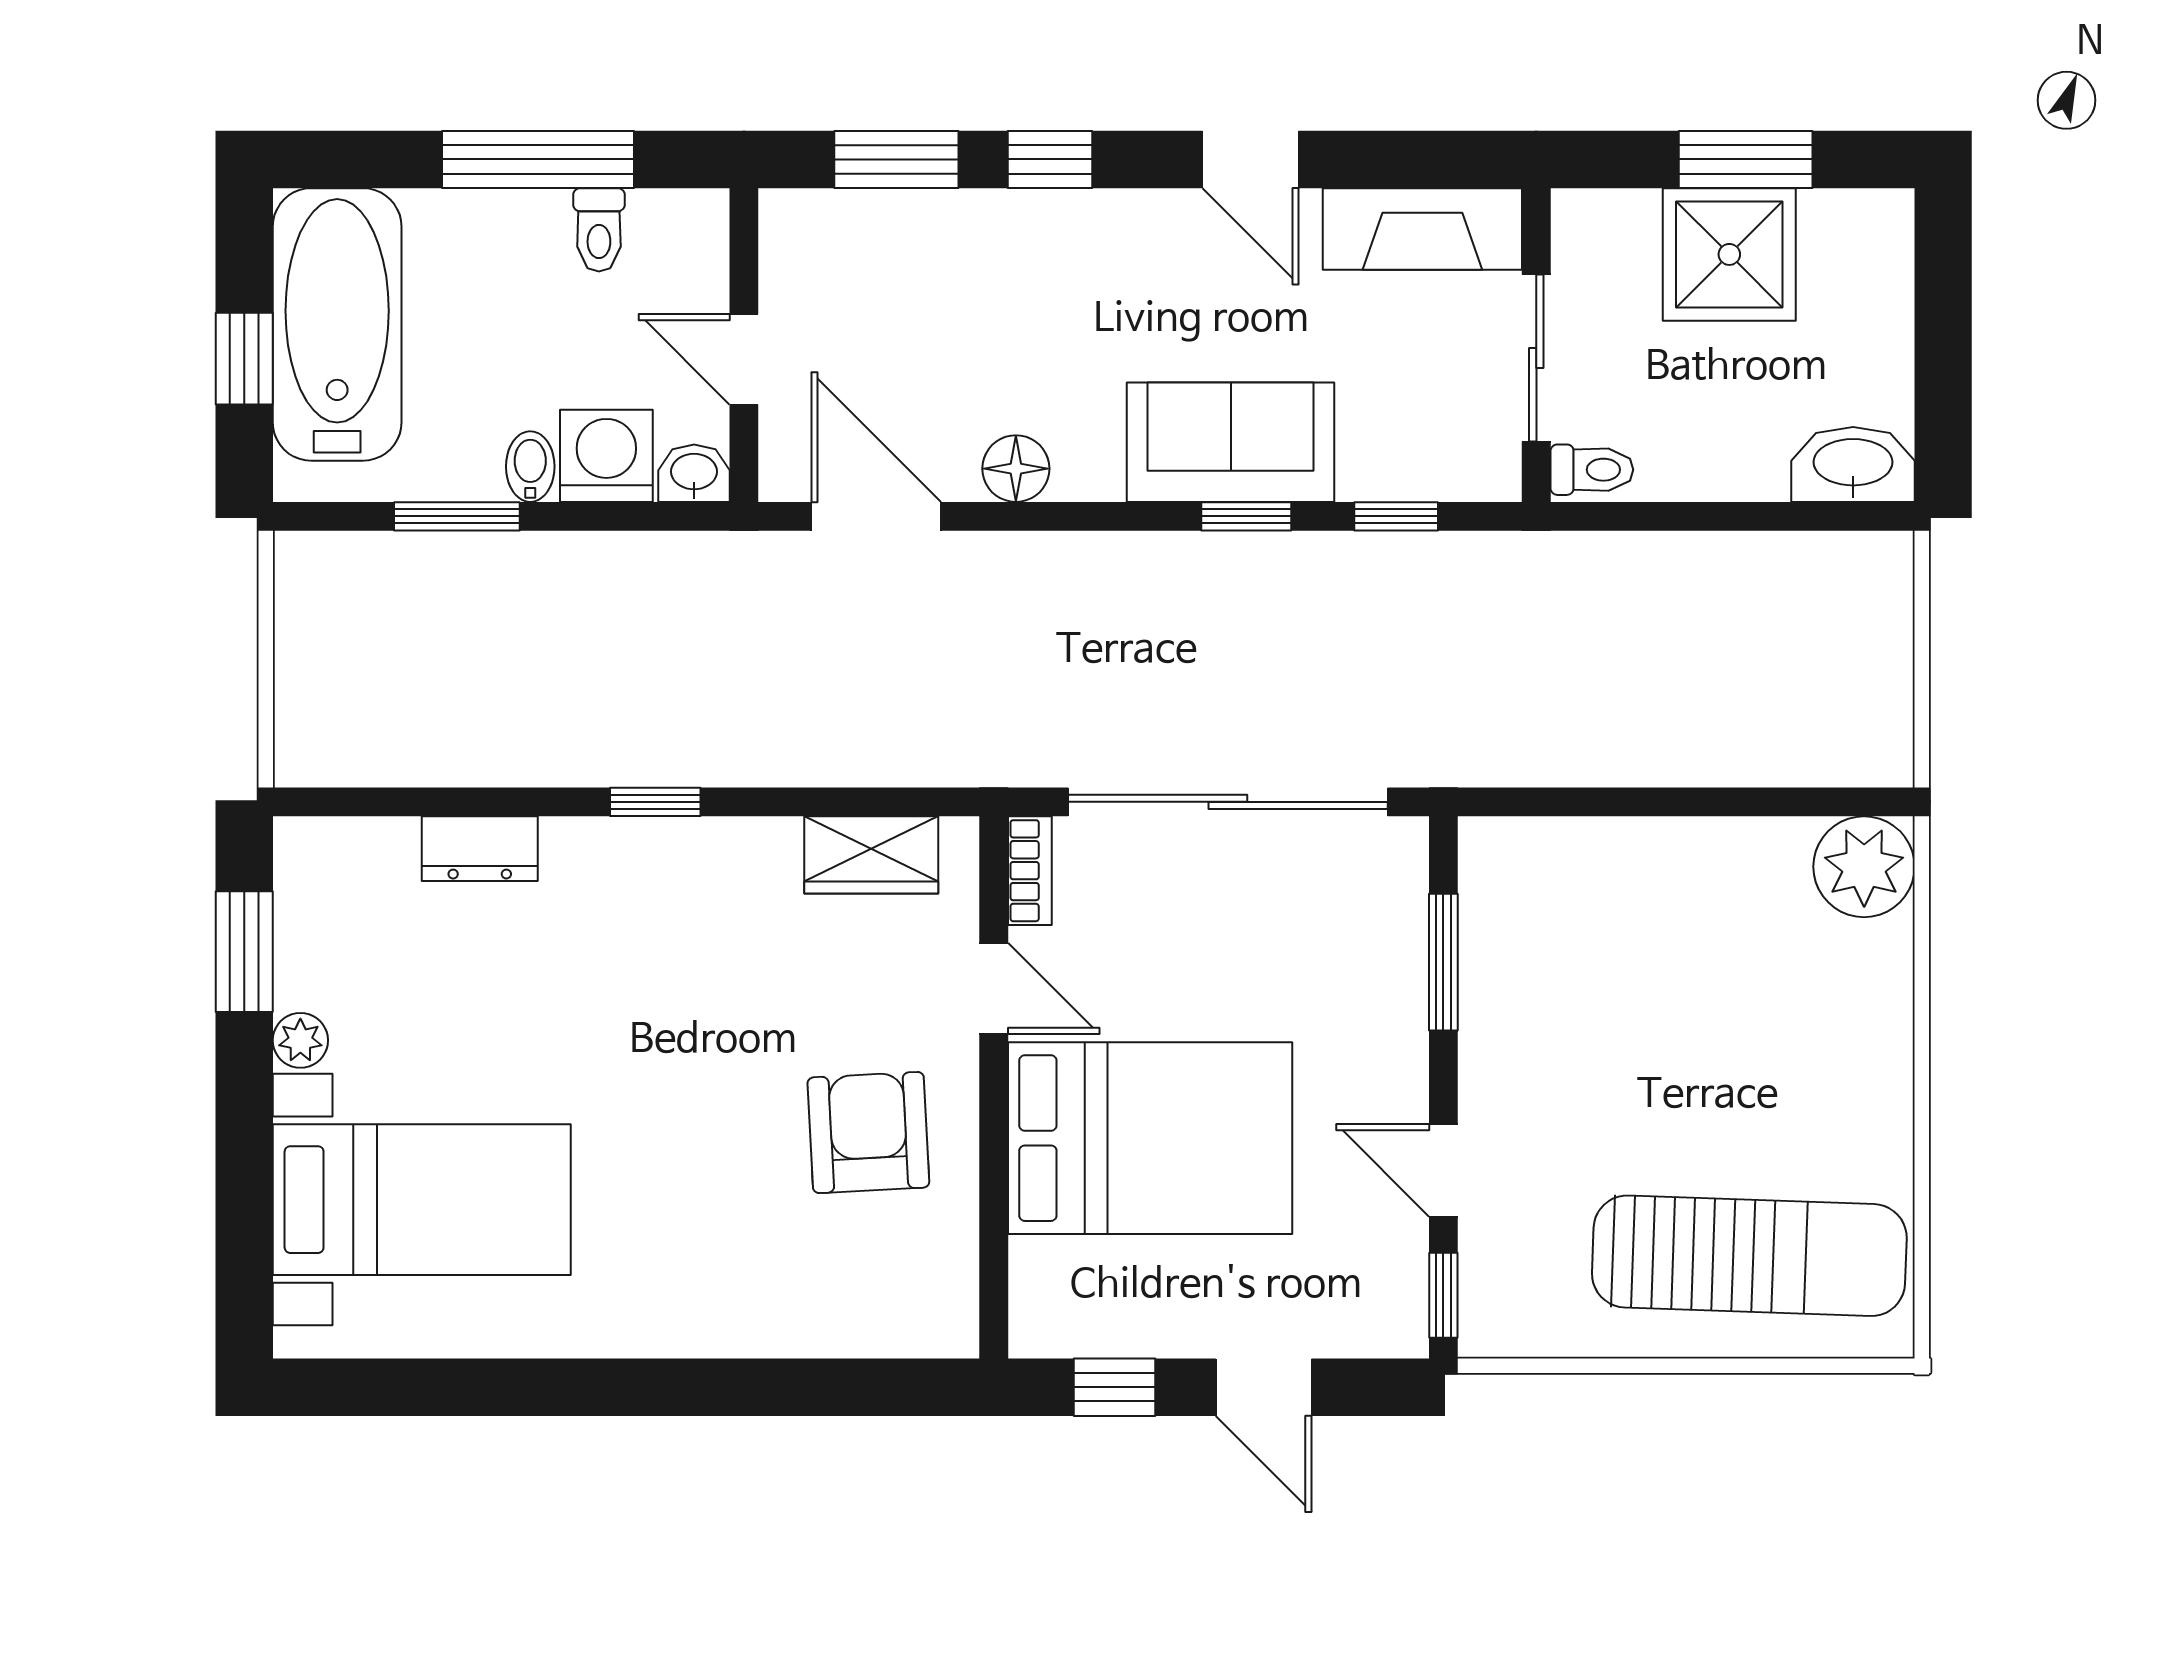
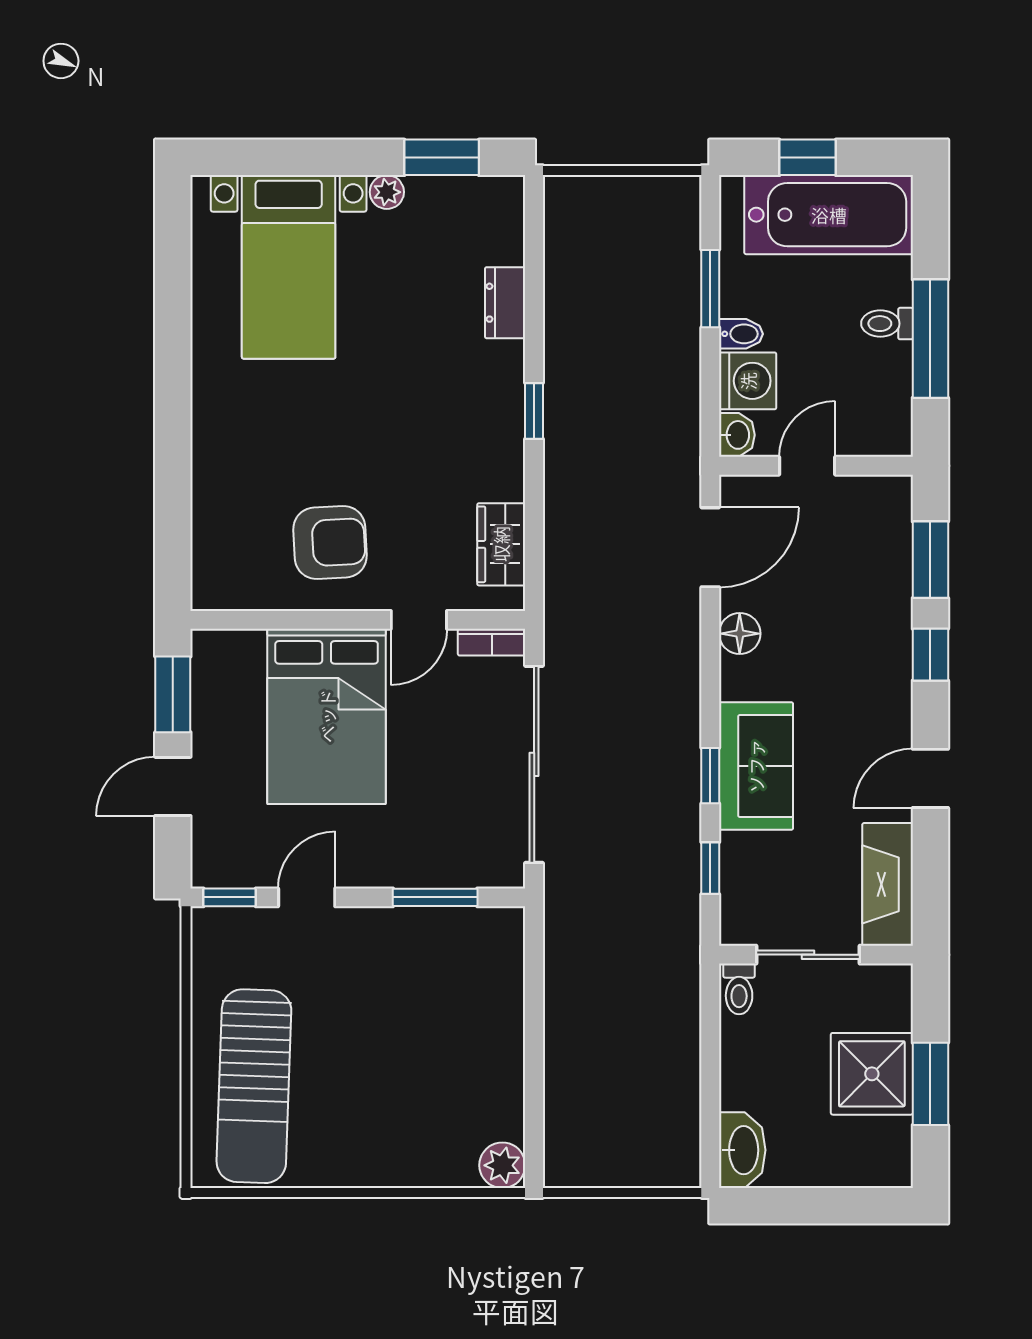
toilet: (599, 230) -> (887, 324), moved
plant: (1864, 867) -> (502, 1165), width x0.73, depth x0.73
window: (1114, 1387) -> (173, 694), width x1.50

